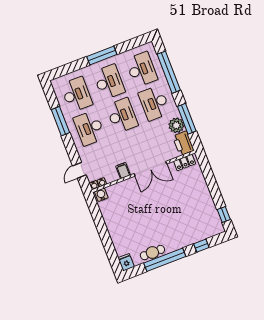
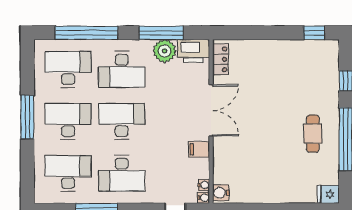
cafe table: (152, 253) -> (313, 134), moved

